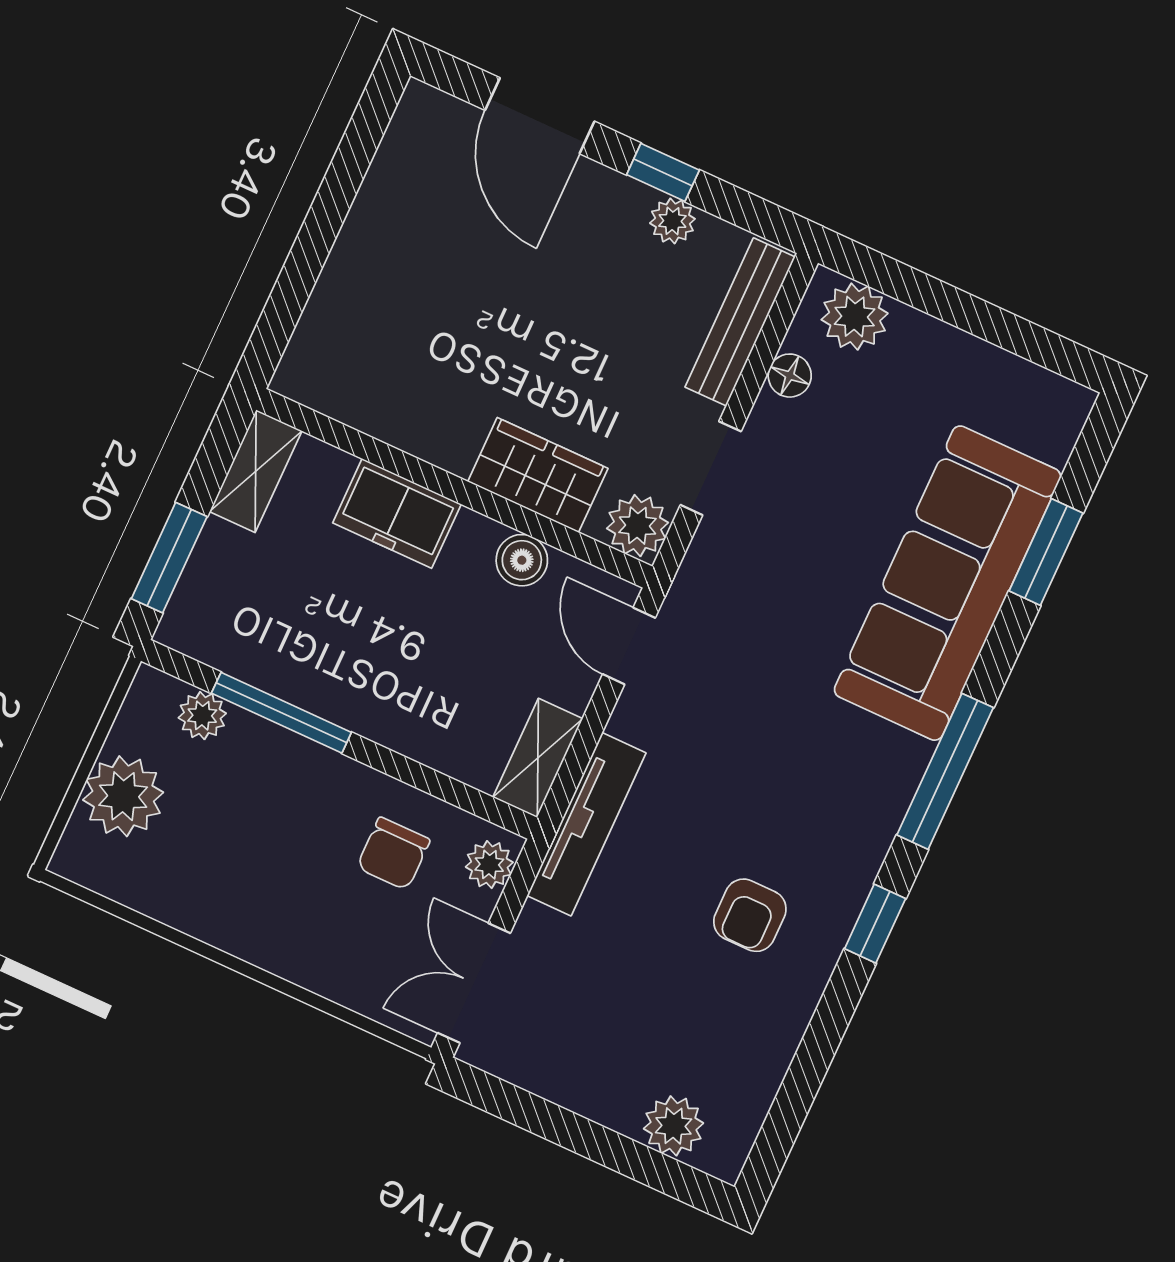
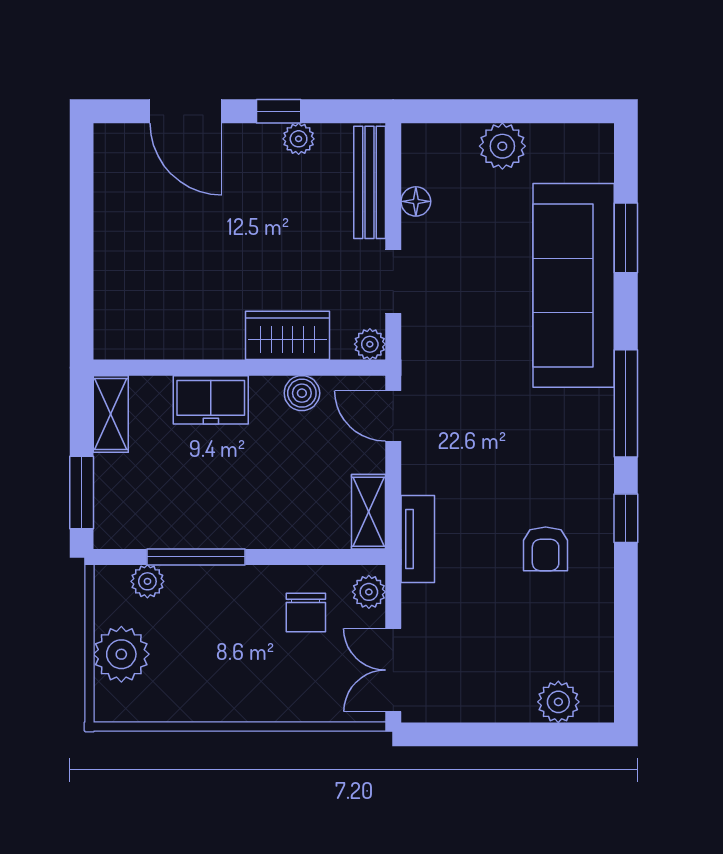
plant: (855, 317) -> (502, 146), moved
plant: (637, 526) -> (370, 344), width x0.73, depth x0.73
tv unit: (586, 824) -> (418, 539), width x0.71

